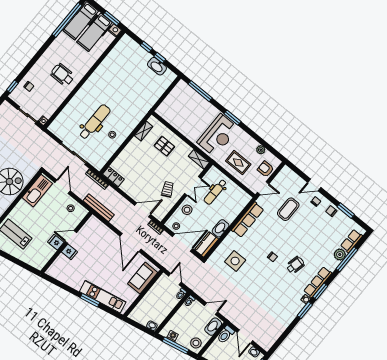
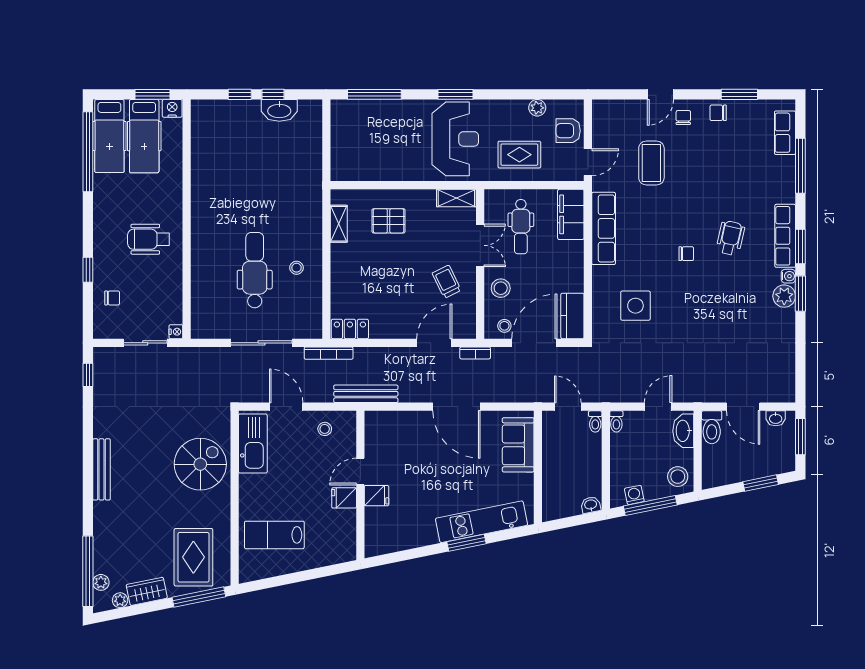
window: (12, 87) -> (88, 270), moved
filing cabinet: (239, 203) -> (571, 214), added
washbasin: (221, 228) -> (574, 275), removed
plant: (340, 255) -> (784, 296), moved

